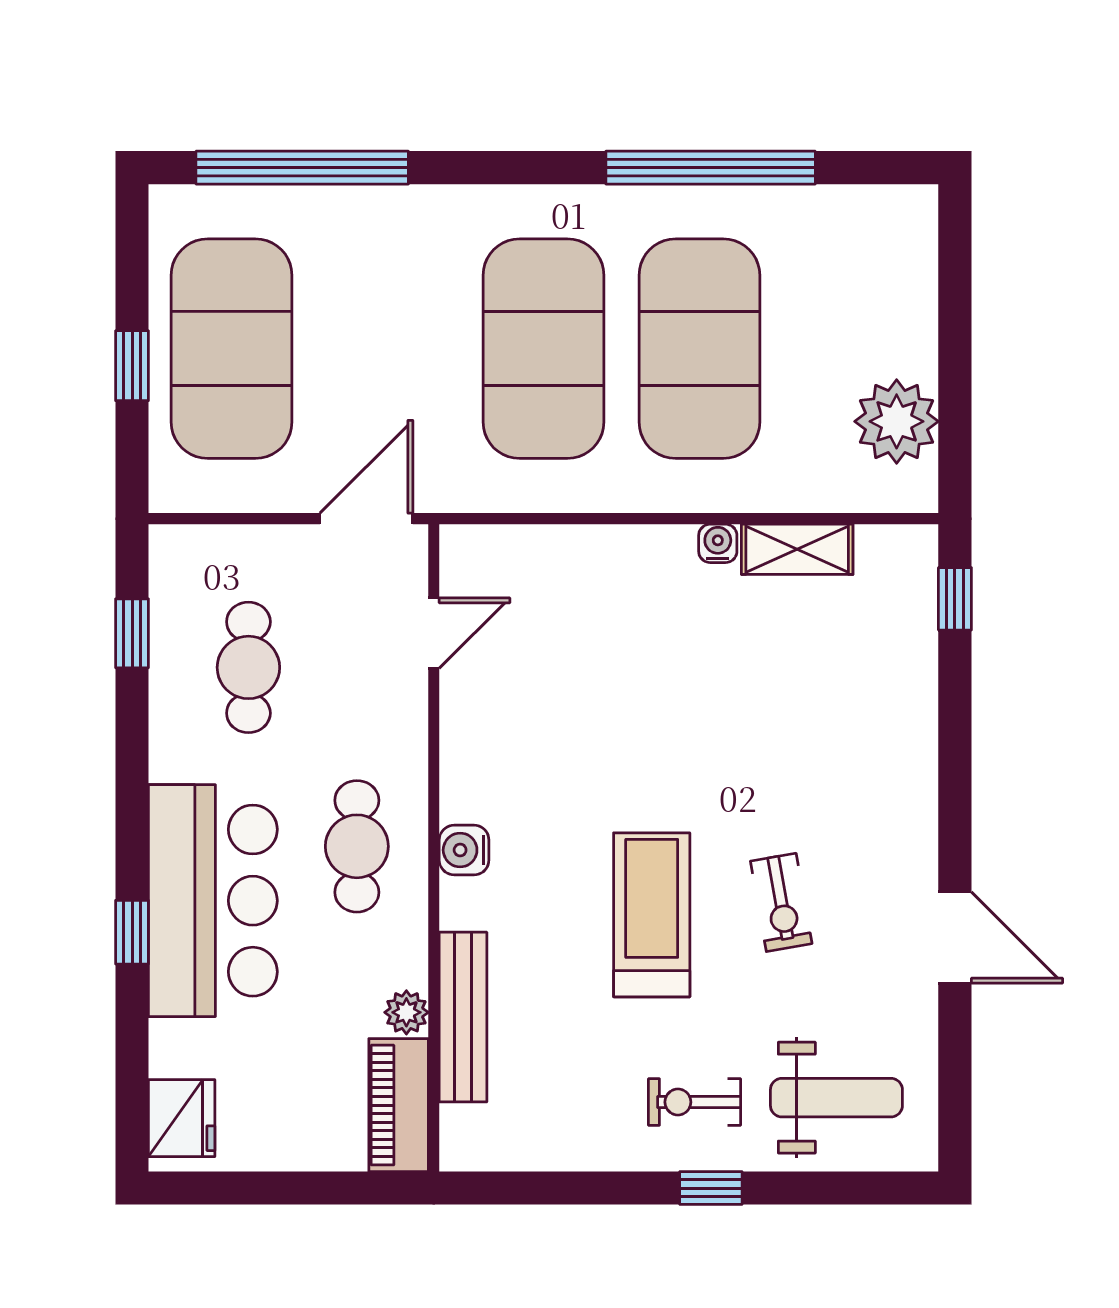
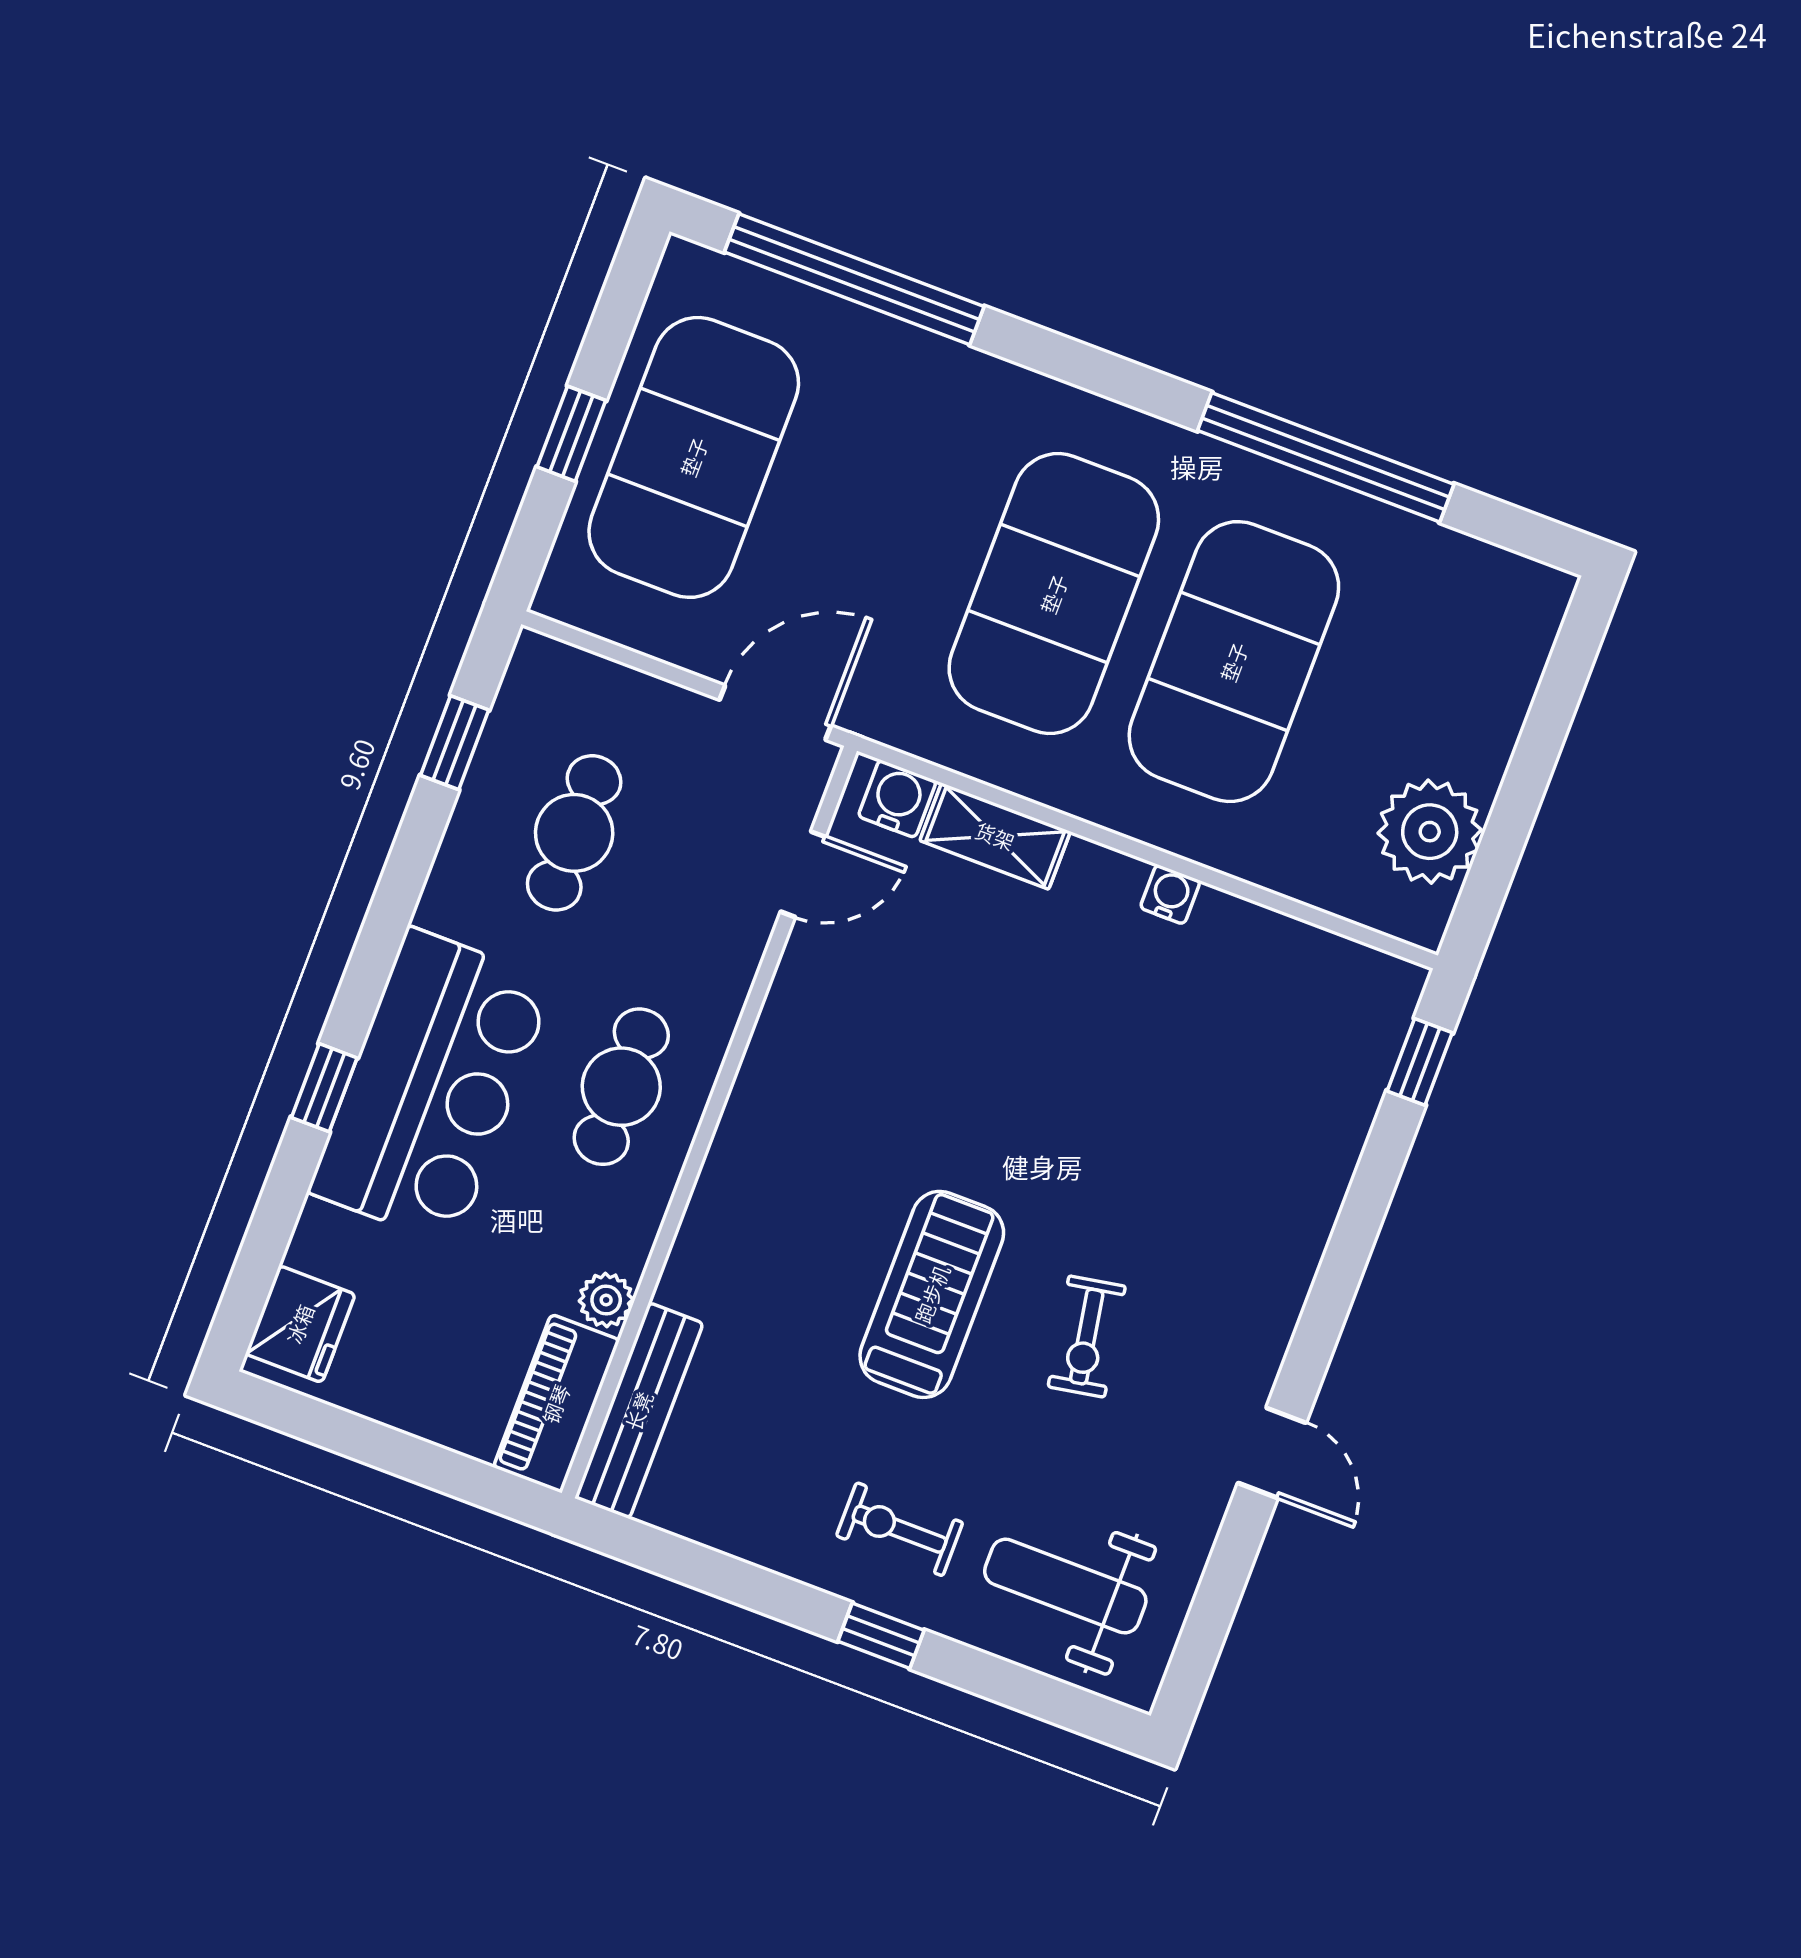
shelving: (797, 549) -> (995, 836), moved
water cooler: (464, 850) -> (897, 799), moved, turned 90
door: (955, 937) -> (1272, 1453), width x0.73
bench: (463, 1017) -> (639, 1411), moved
weight bench: (836, 1098) -> (1065, 1586), turned 180

